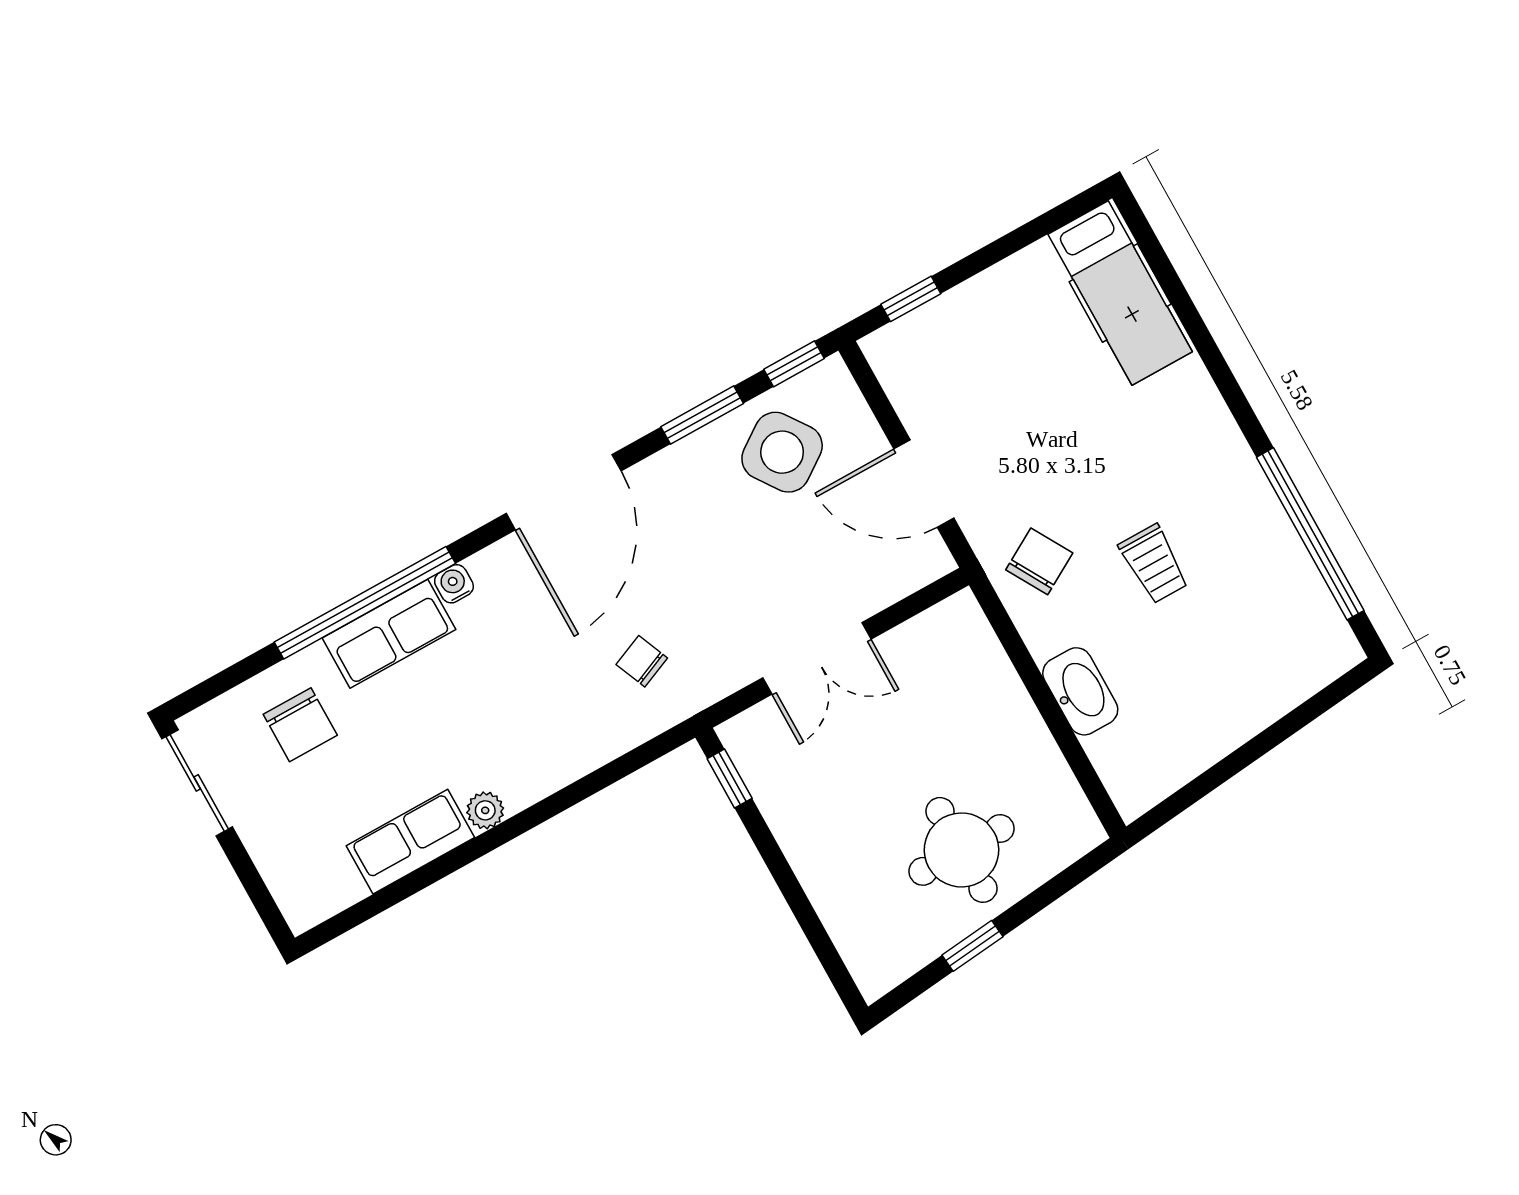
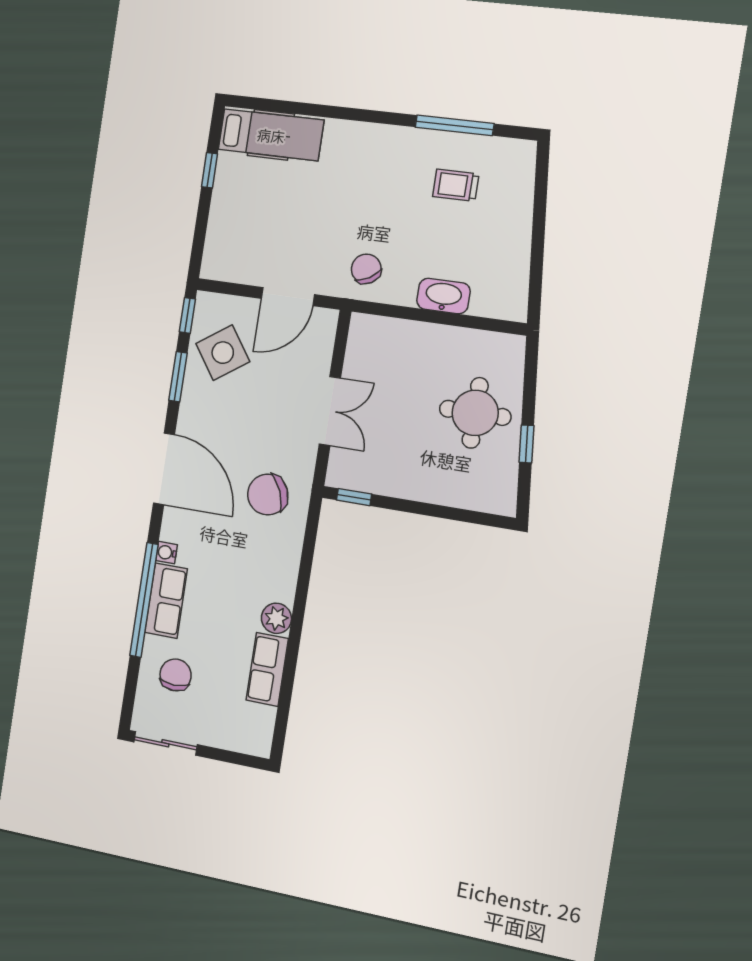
window: (911, 299) -> (209, 170), moved
window: (1310, 534) -> (454, 125), width x0.68
trolley: (1154, 564) -> (456, 185), moved, turned 180
chair: (642, 661) -> (268, 495), width x1.87, depth x1.87
chair: (300, 725) -> (176, 675), turned -90
plant: (485, 810) -> (276, 618), width x1.38, depth x1.38

